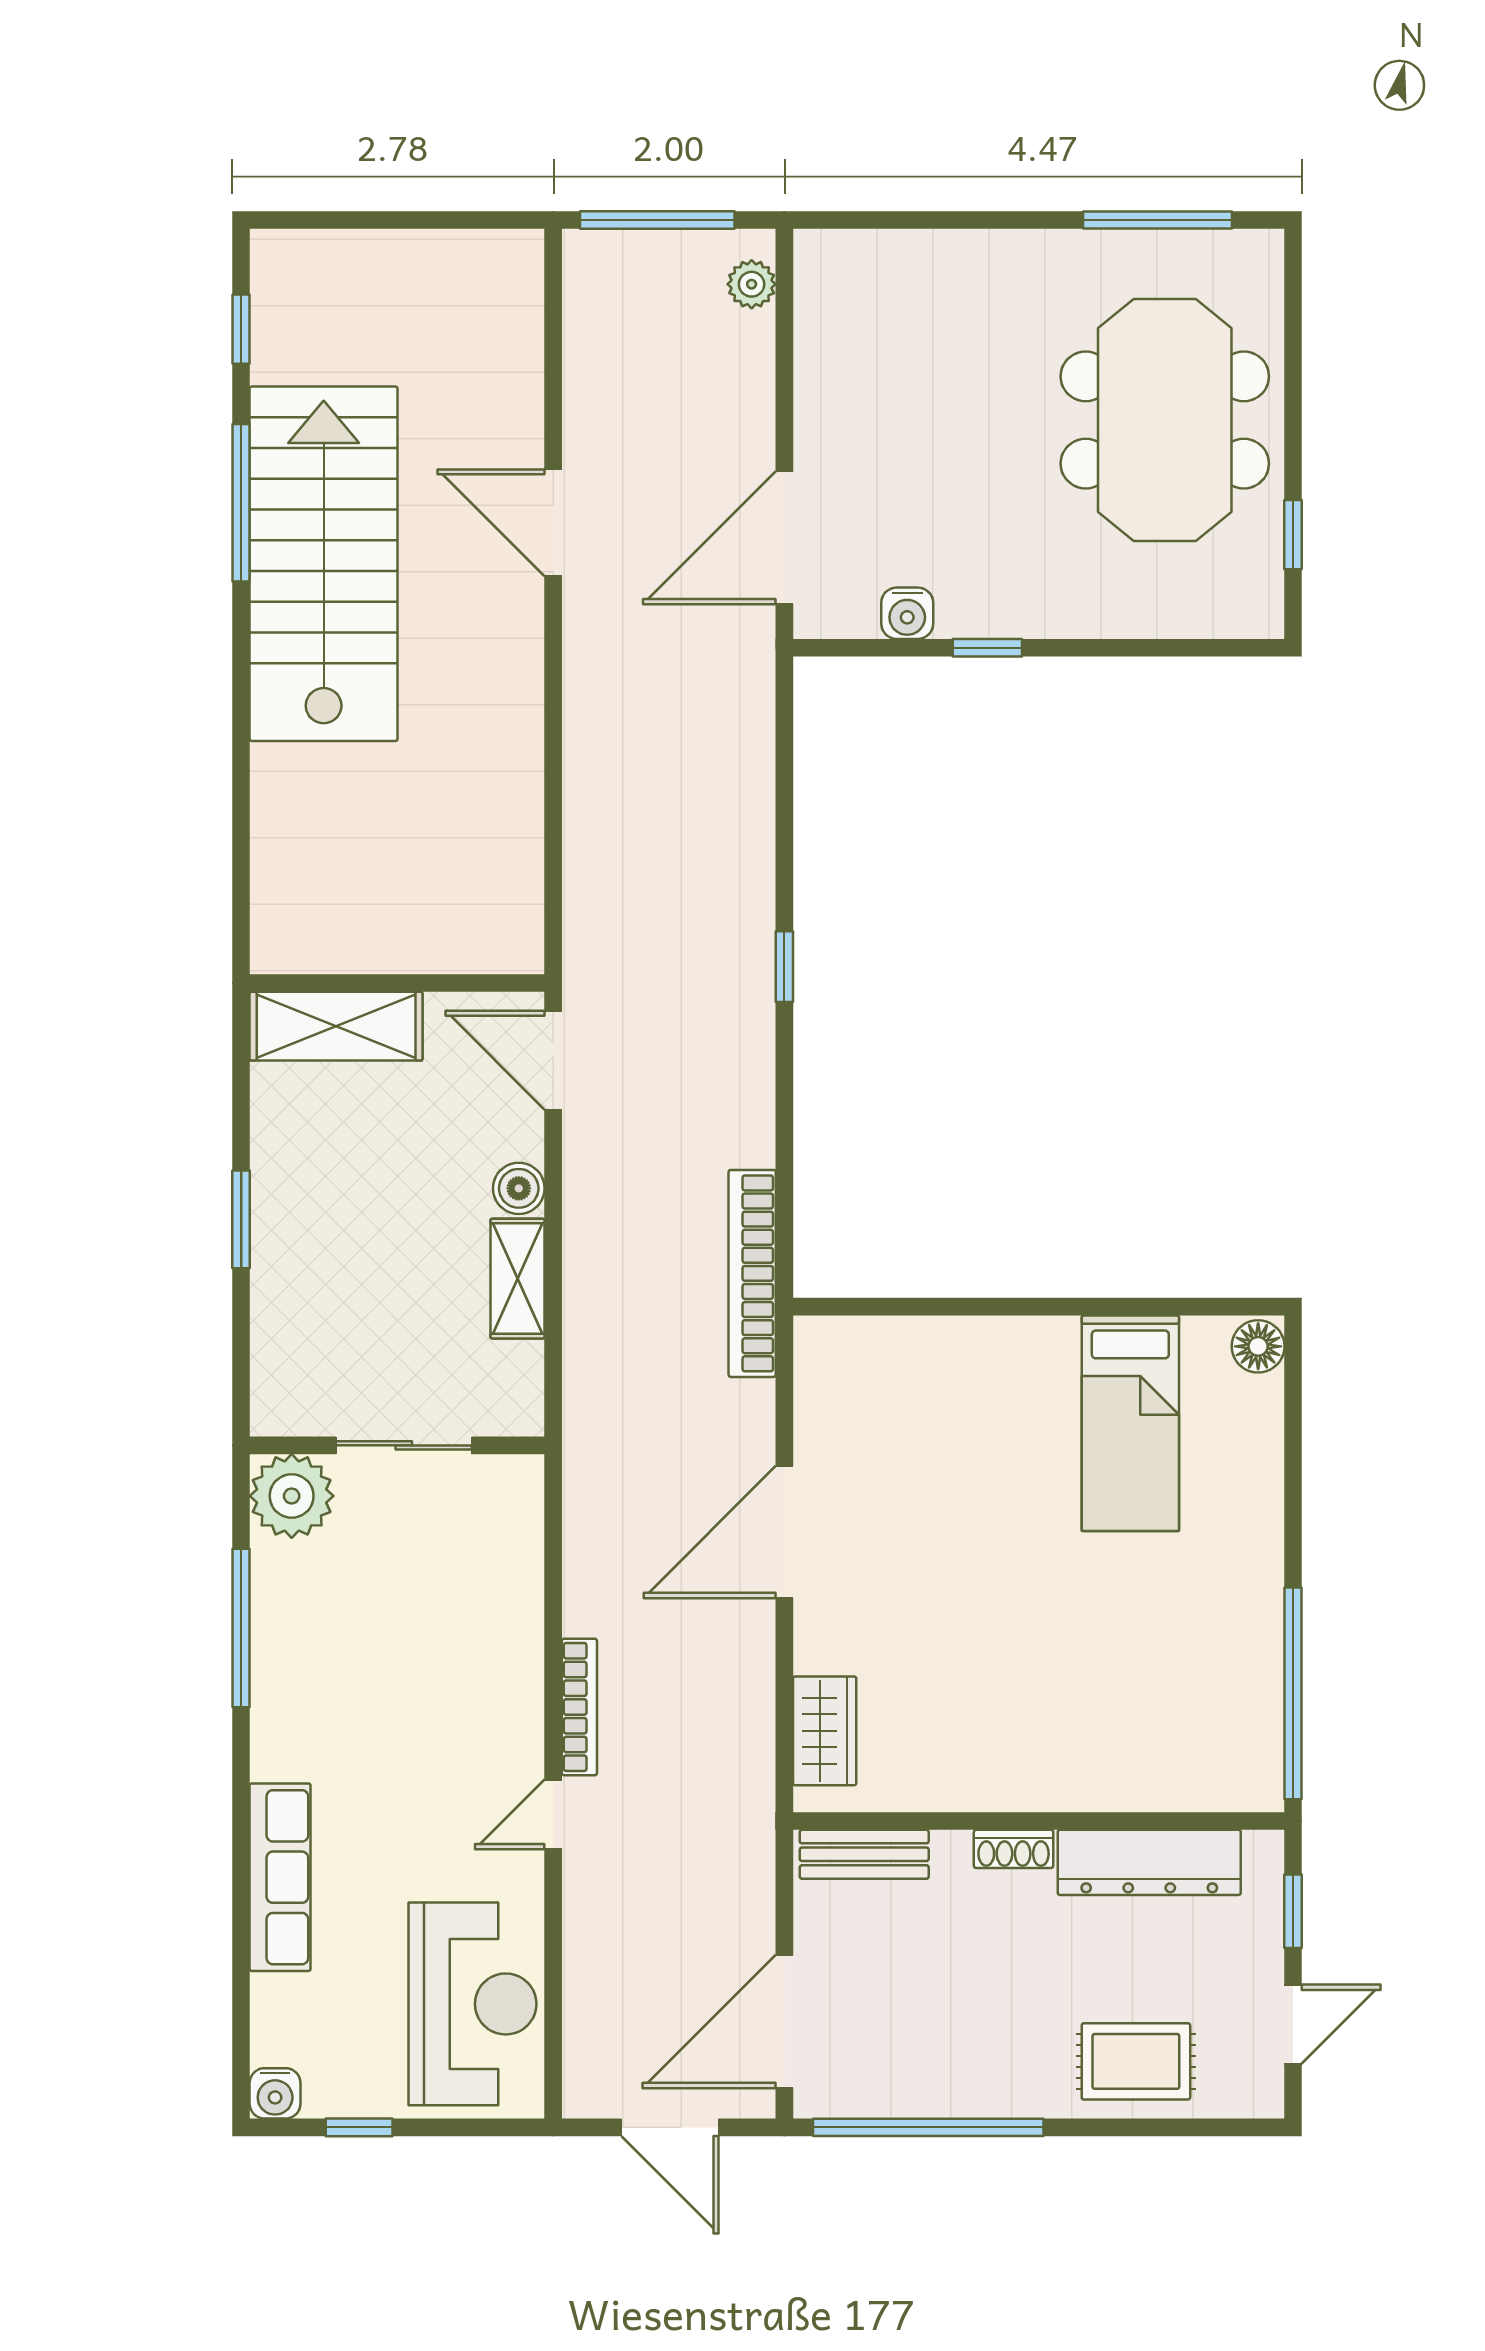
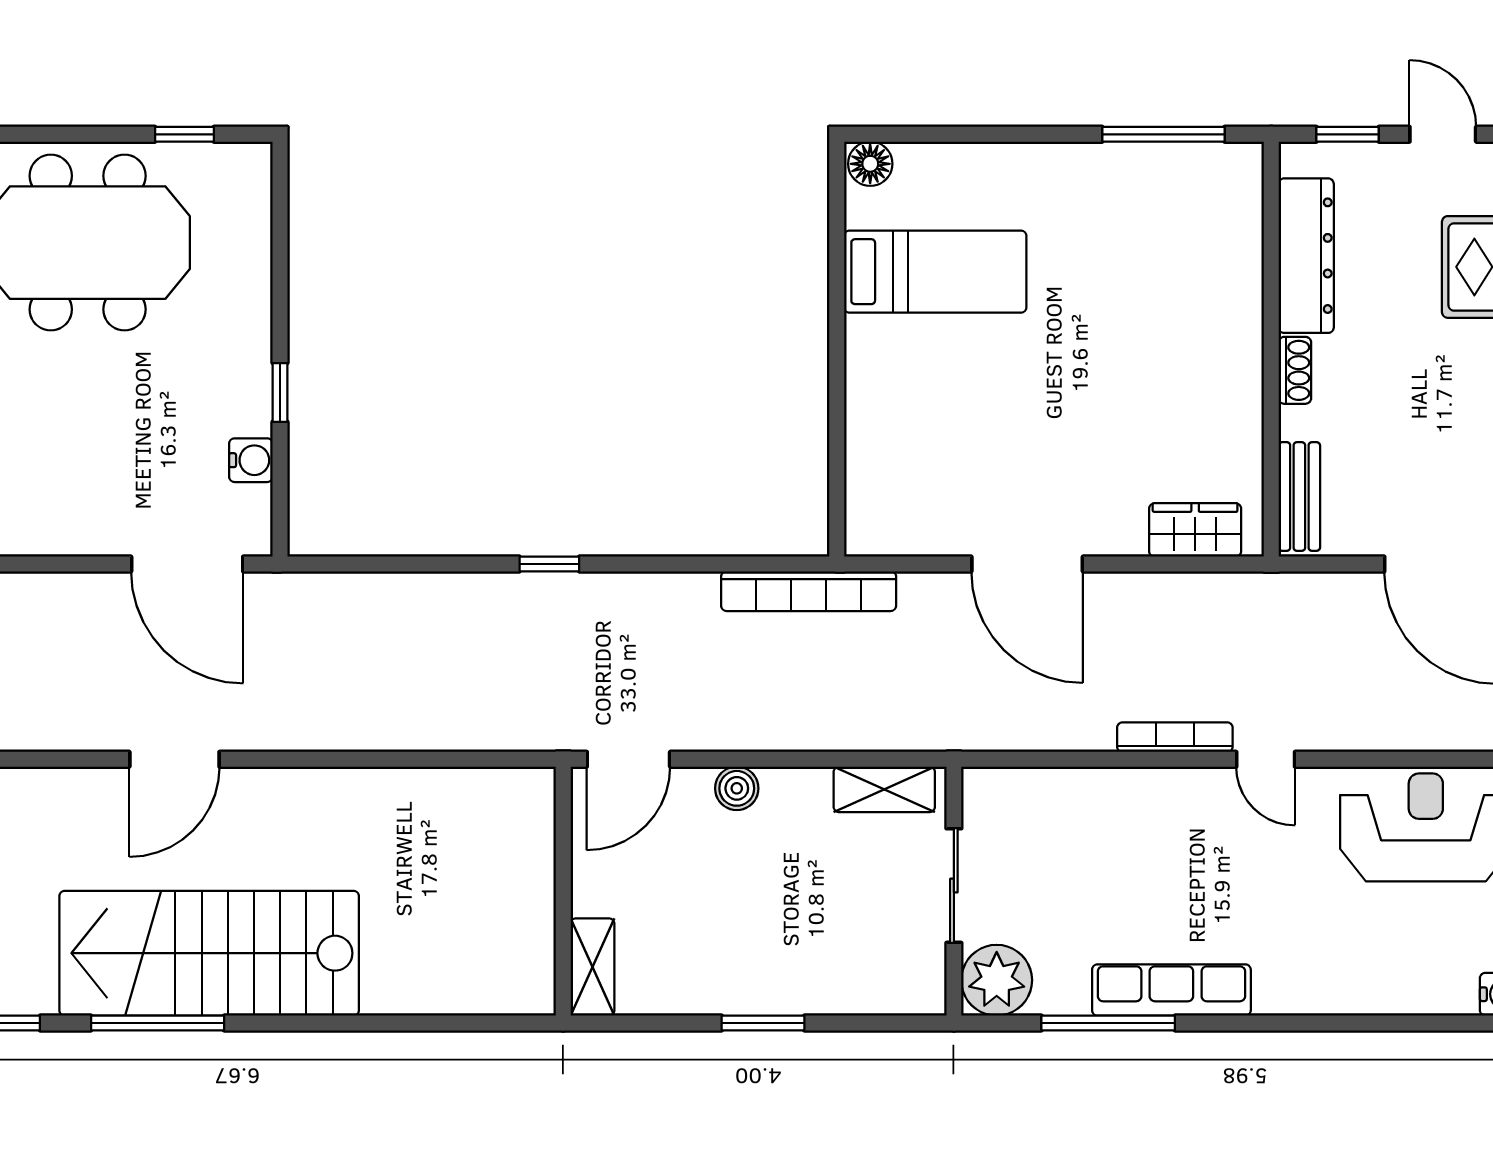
shelving: (336, 1026) -> (592, 967), width x0.67, depth x0.75
shelving: (518, 1279) -> (884, 789), moved
window: (1293, 1693) -> (1163, 134), width x0.68
row of seats: (280, 1877) -> (1171, 990), moved

